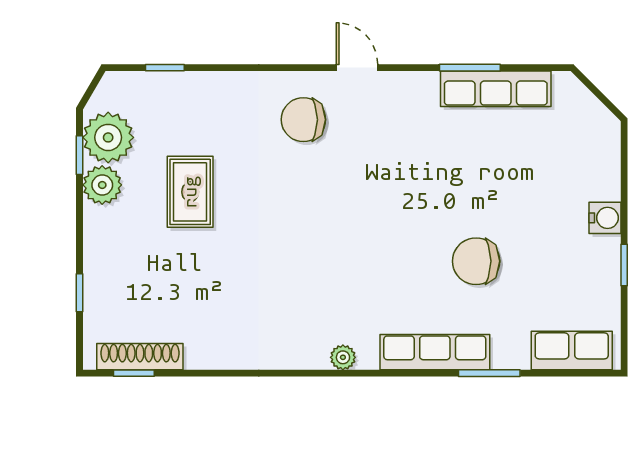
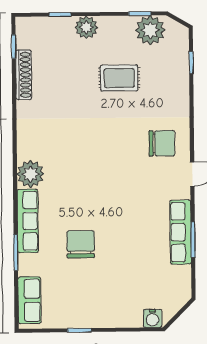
row of seats: (496, 89) -> (181, 232), moved
chair: (303, 120) -> (162, 143), turned 90
plant: (102, 185) -> (86, 27), moved
water cooler: (605, 218) -> (153, 318), moved
shoe rack: (140, 357) -> (24, 75), moved
plant: (343, 357) -> (31, 174), width x1.87, depth x1.87

